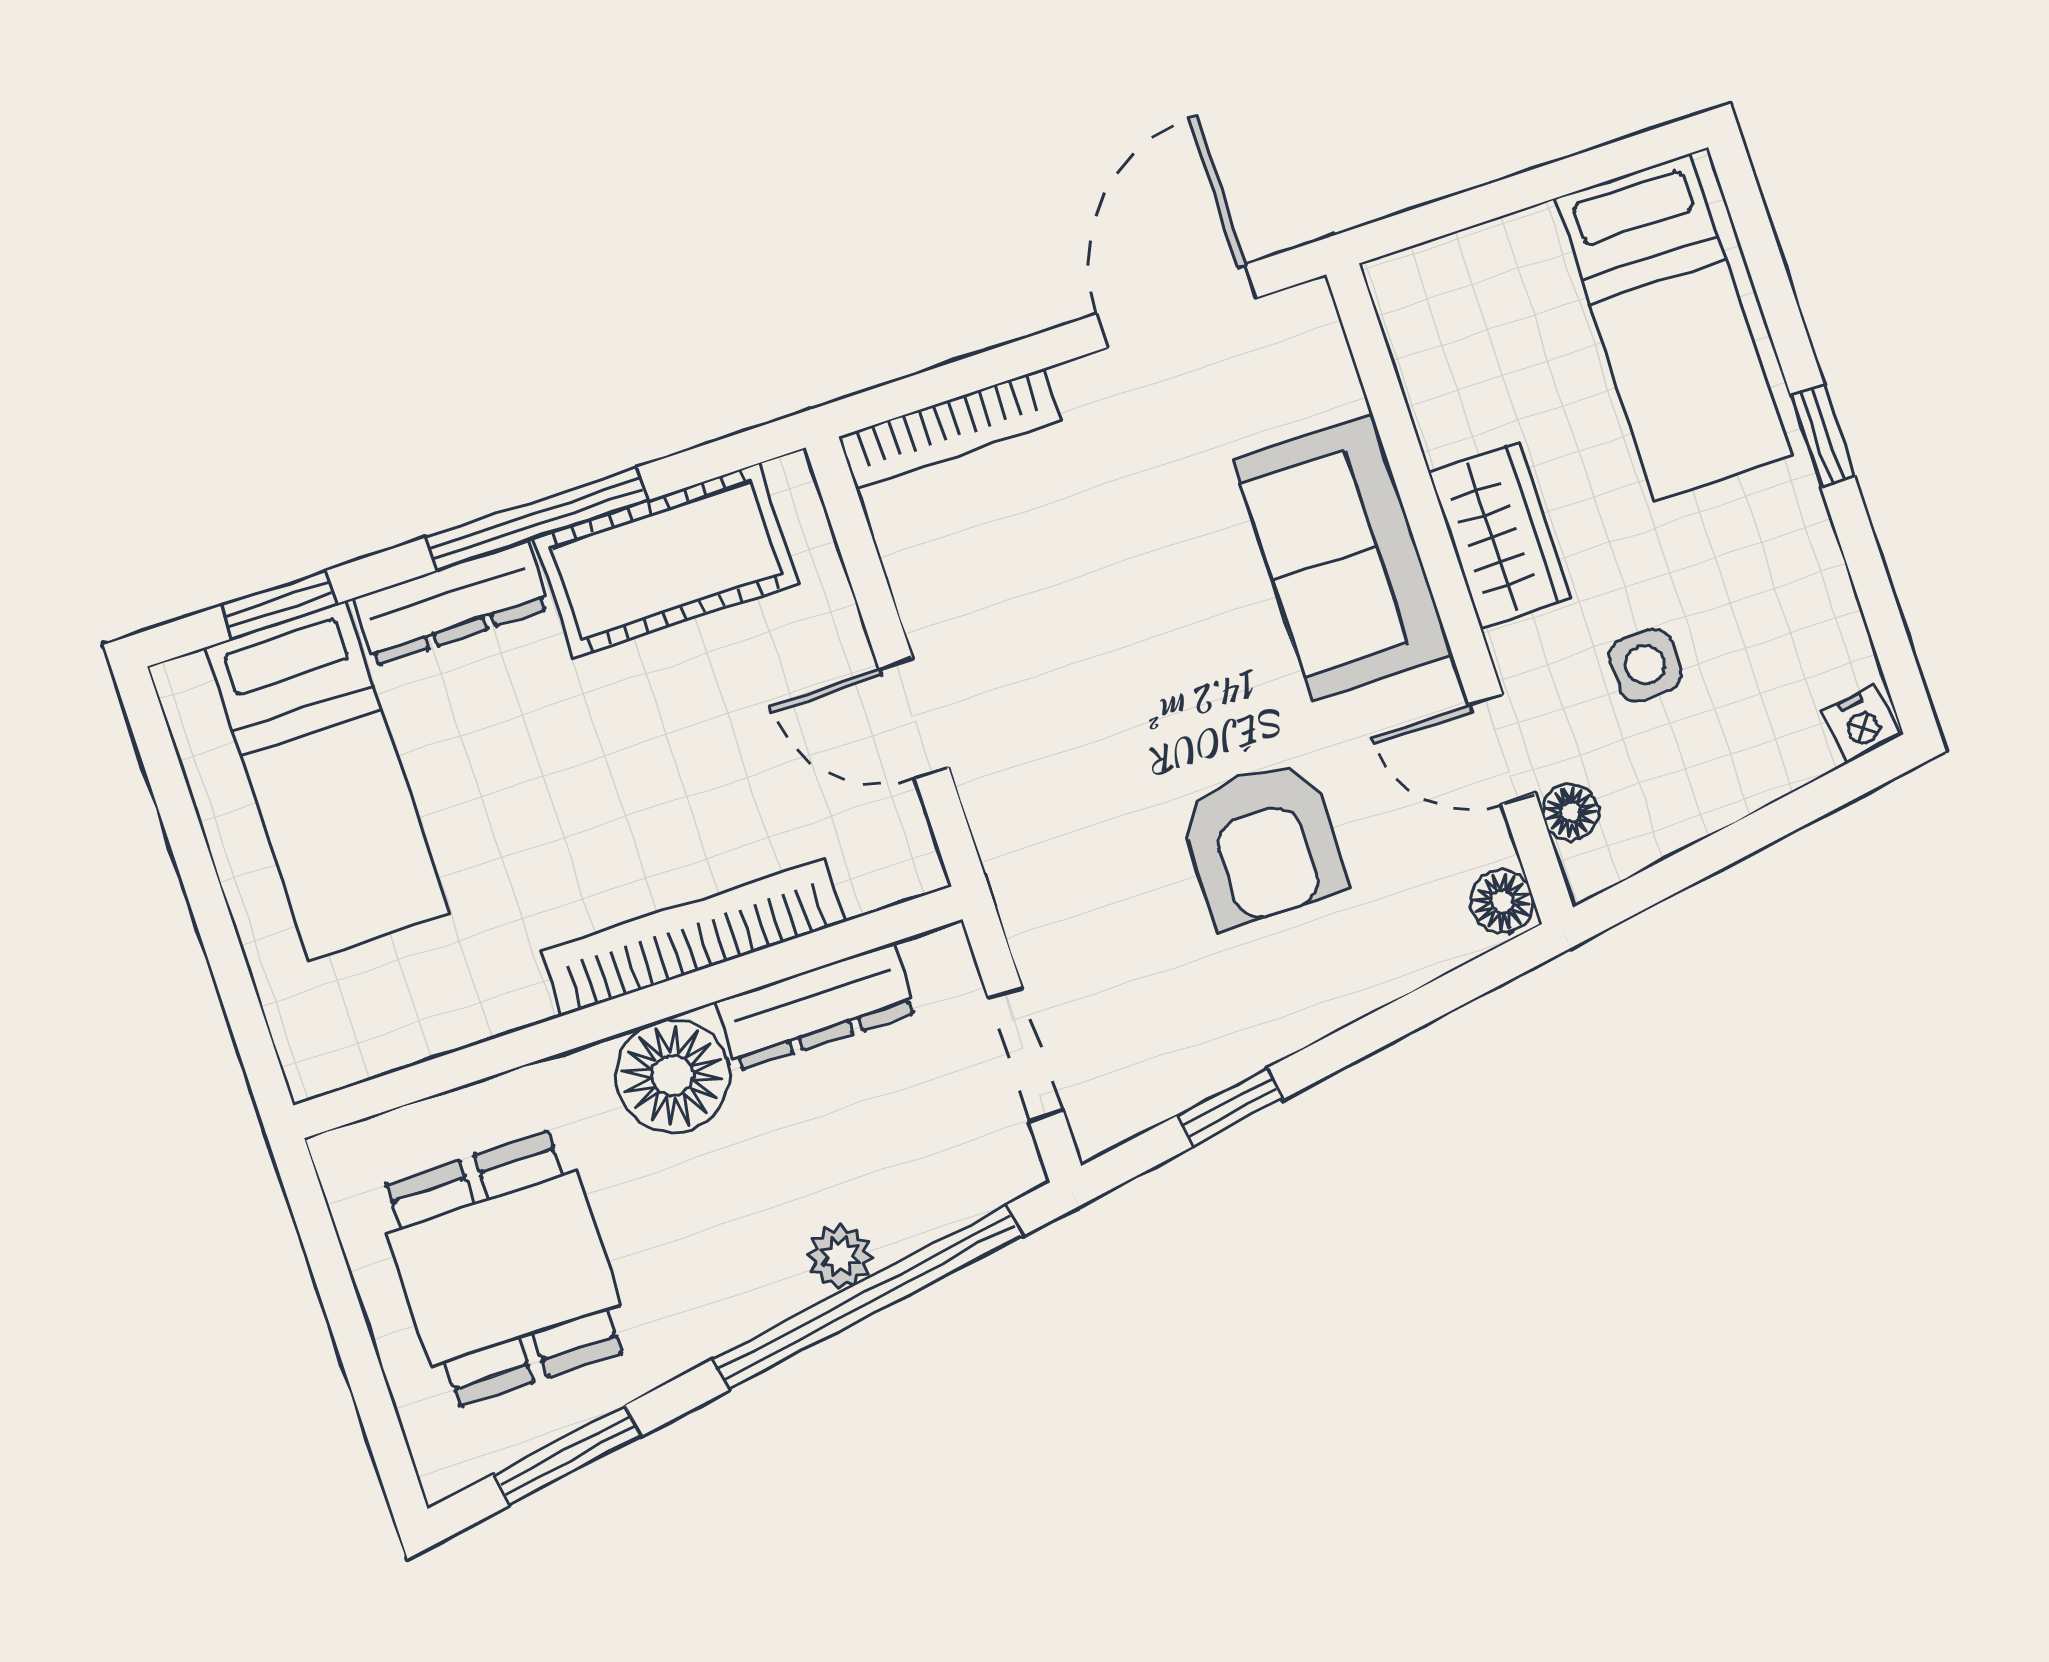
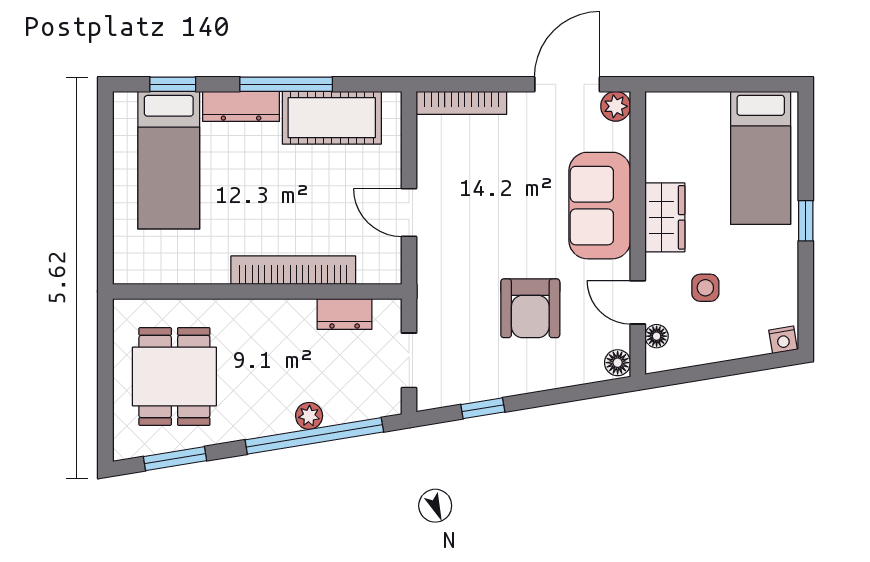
plant: (1304, 320) -> (616, 106), added
dresser: (816, 1007) -> (345, 314), width x0.70
floor lamp: (673, 1076) -> (267, 322), removed

